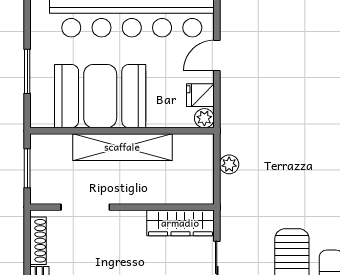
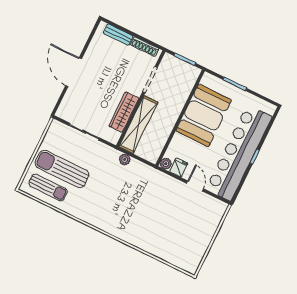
shelving: (122, 147) -> (138, 125), moved
plant: (229, 164) -> (125, 159), moved
wardrobe: (180, 223) -> (124, 112), moved

